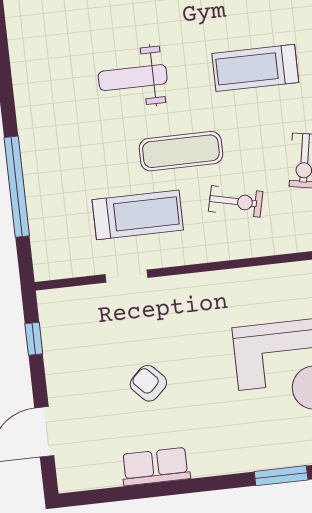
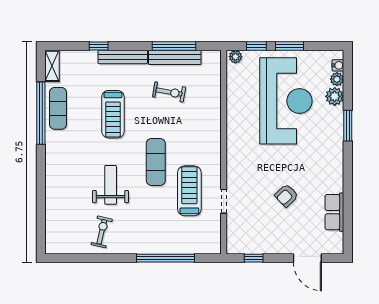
weight bench: (133, 78) -> (111, 185), turned 180
exercise bike: (236, 201) -> (102, 232), moved
row of seats: (156, 467) -> (334, 212), moved

